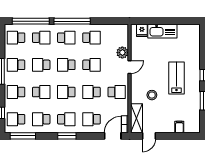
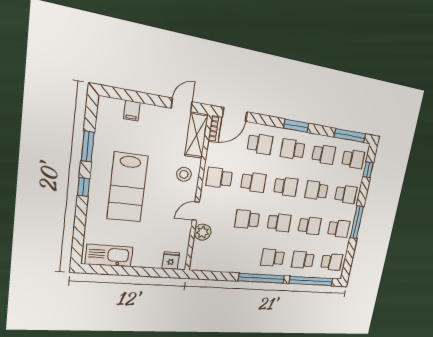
kitchen sink: (162, 31) -> (109, 256), moved
school desk: (91, 38) -> (241, 255), removed
lab bench: (176, 78) -> (127, 187), width x1.36, depth x1.39
stool: (152, 95) -> (184, 174), moved

